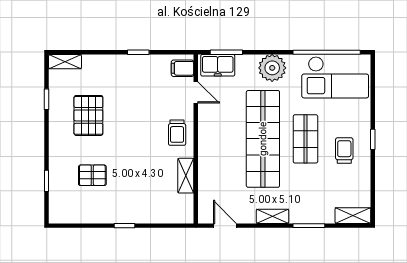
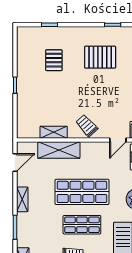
trolley: (177, 133) -> (87, 126), turned 48
shop shelf: (263, 139) -> (82, 192), width x0.71
shelving: (209, 169) -> (59, 150), added

